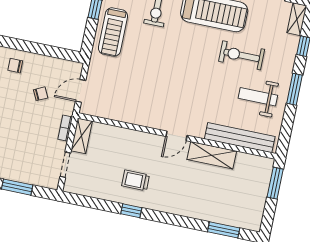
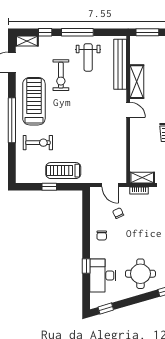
treadmill: (113, 32) -> (63, 171), turned 180
window: (294, 89) -> (77, 32), width x1.44

